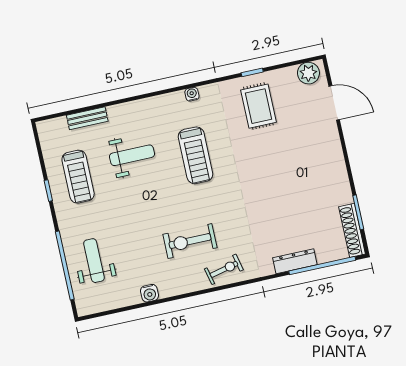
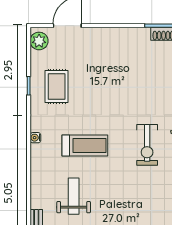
rug: (259, 106) -> (57, 87), turned 90
exercise bike: (190, 241) -> (147, 145), moved

